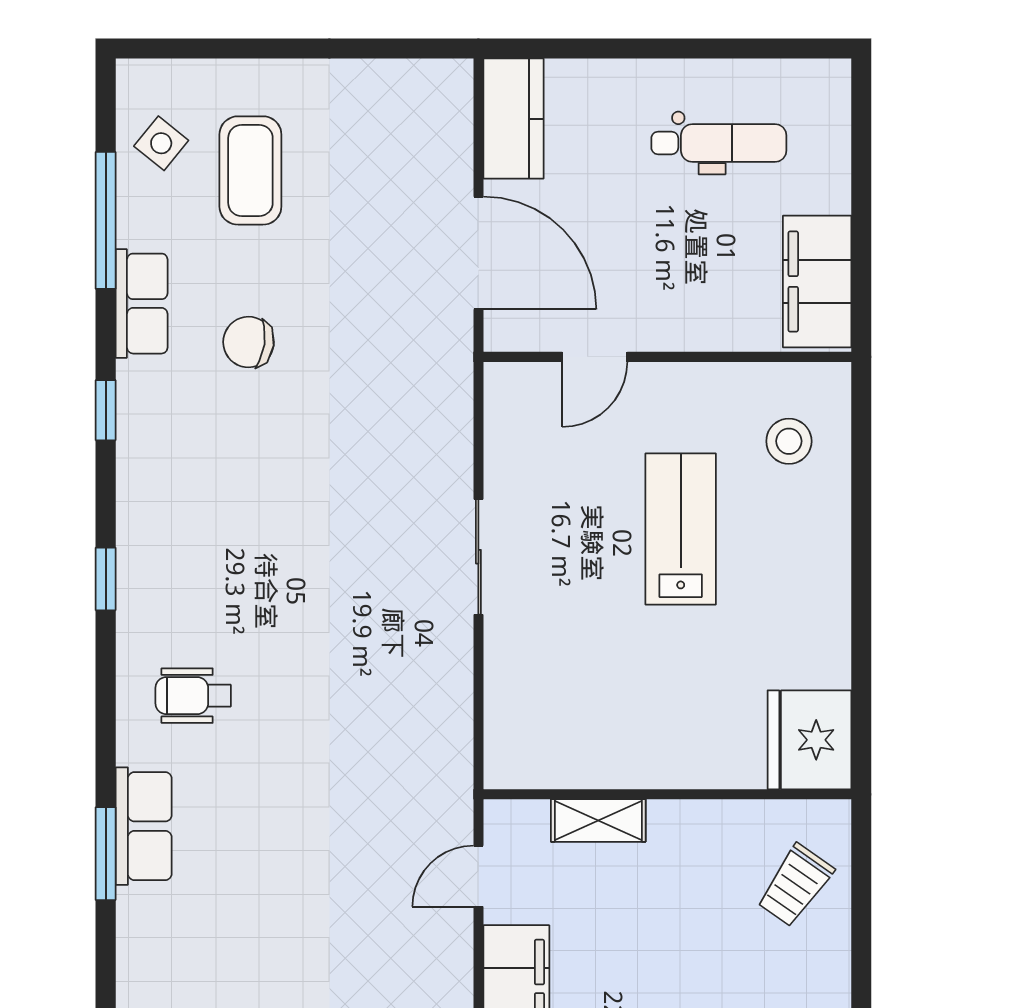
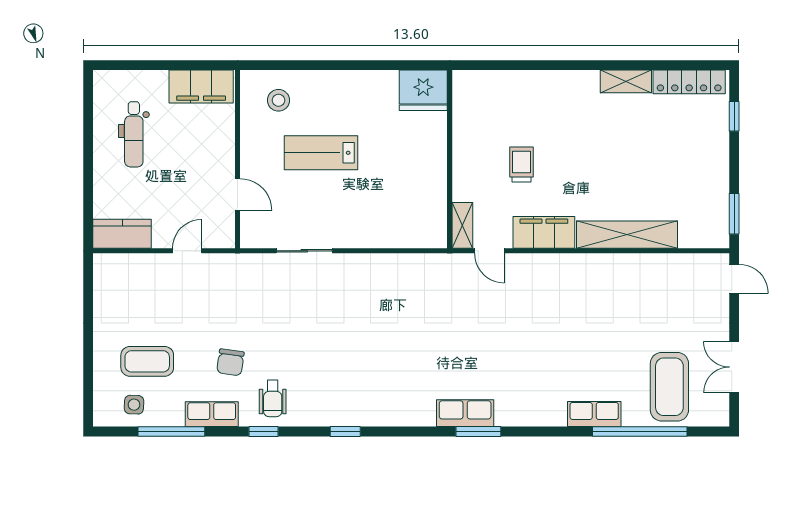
side table: (161, 143) -> (134, 405), turned -37
dental chair: (719, 143) -> (134, 134), turned 180
door: (478, 253) -> (187, 251), width x0.53
sliding door: (478, 557) -> (304, 251), moved
wheelchair: (193, 696) -> (273, 399), moved
shelving: (598, 821) -> (462, 225), moved
trolley: (795, 885) -> (522, 164), moved, turned -125

